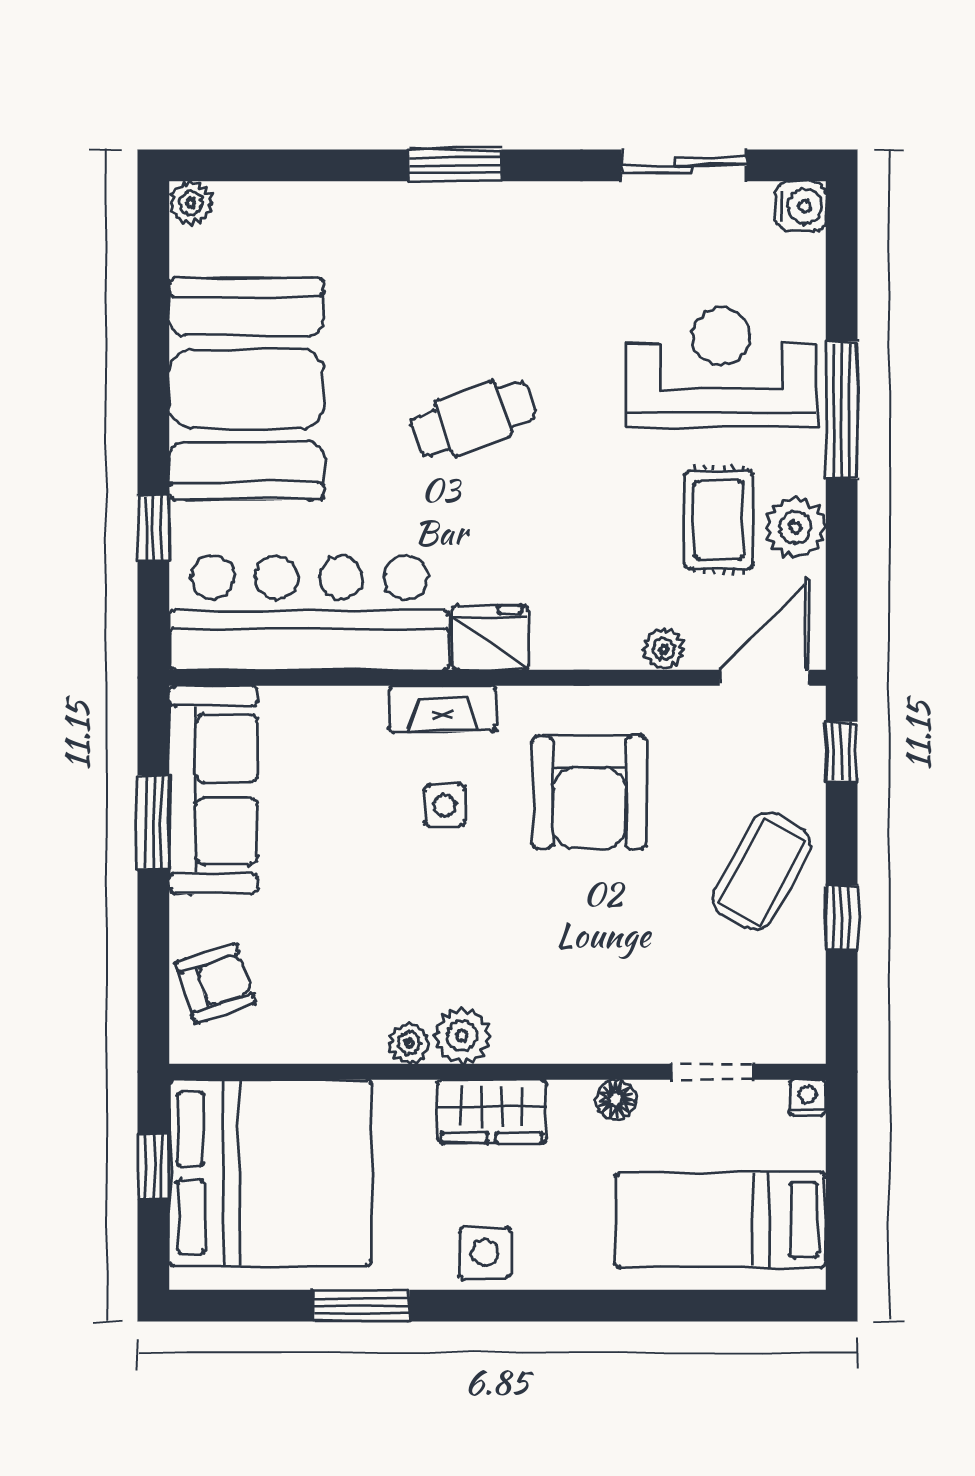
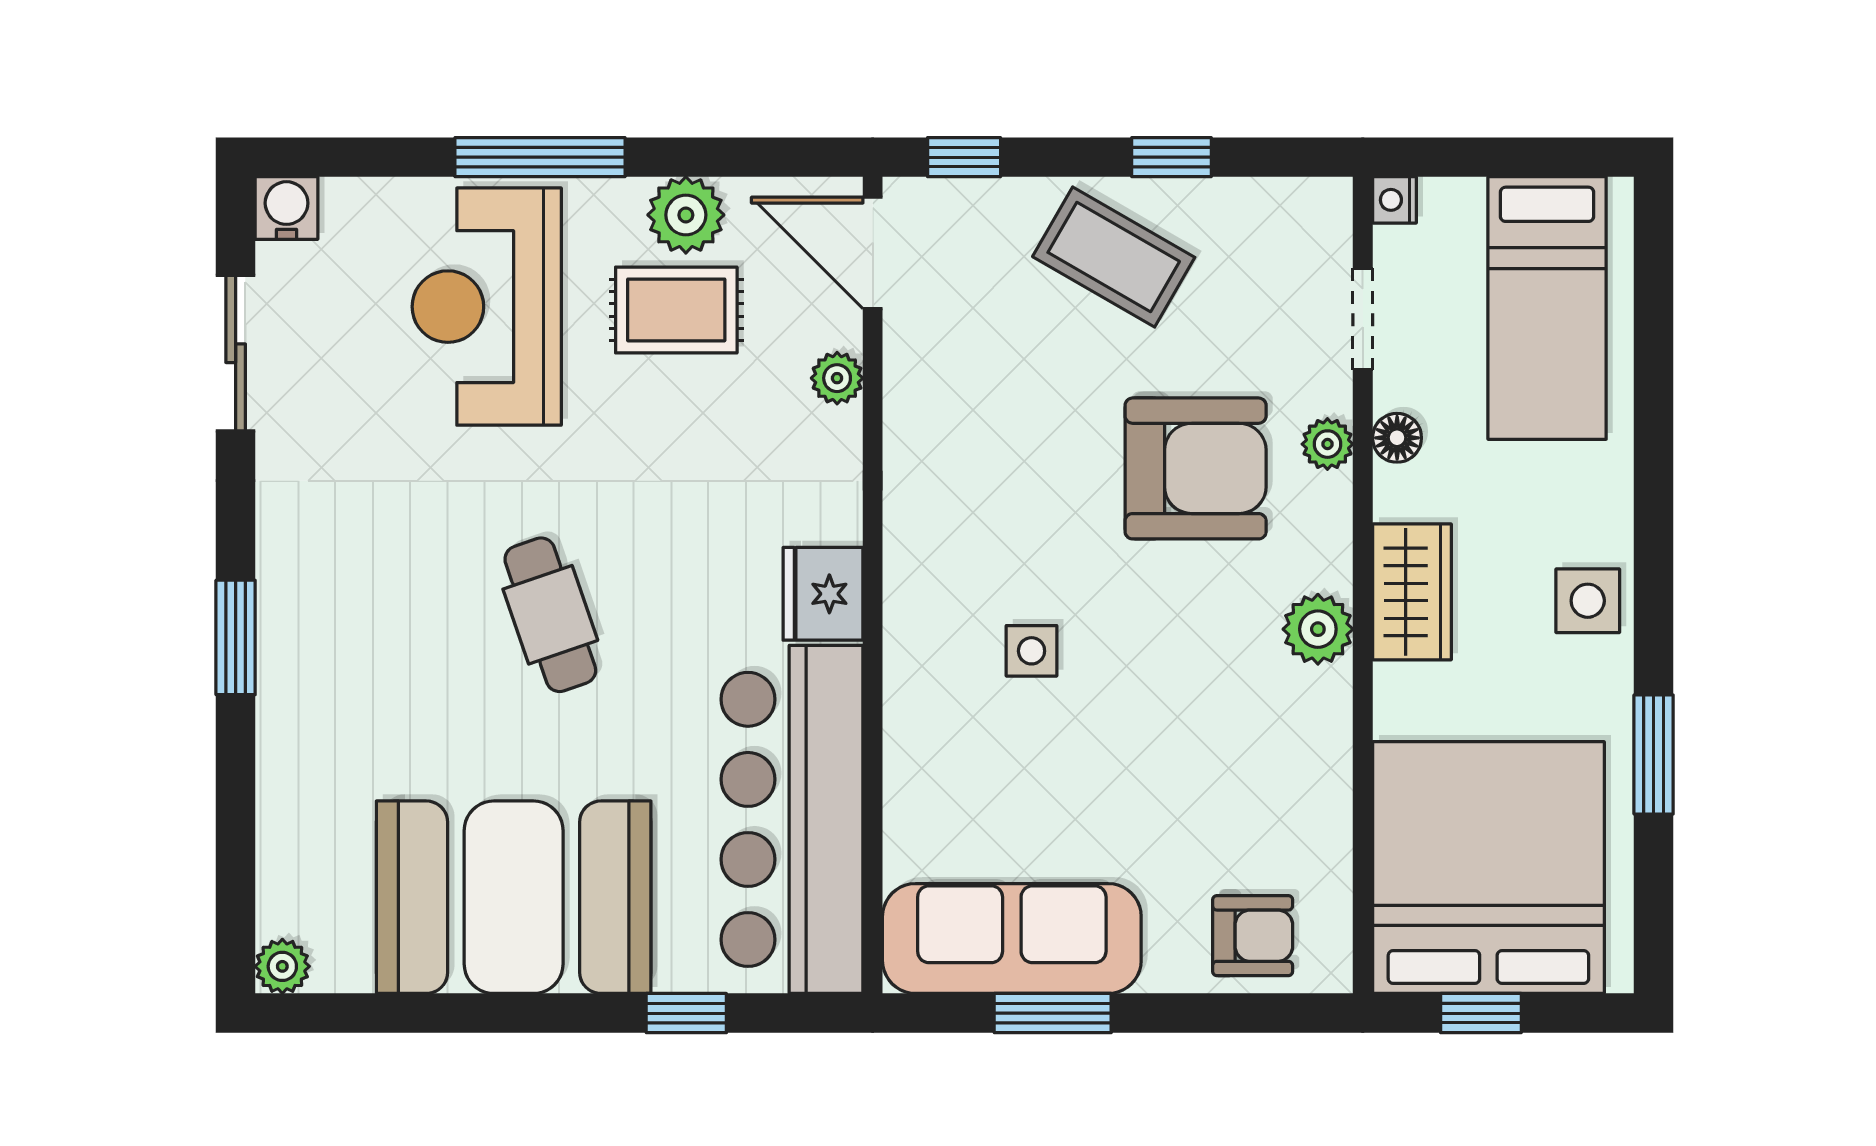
fireplace: (443, 708) -> (911, 653), removed
armchair: (589, 792) -> (1196, 468), moved
armchair: (216, 983) -> (1253, 936), turned 108
plant: (409, 1043) -> (1327, 444), moved

